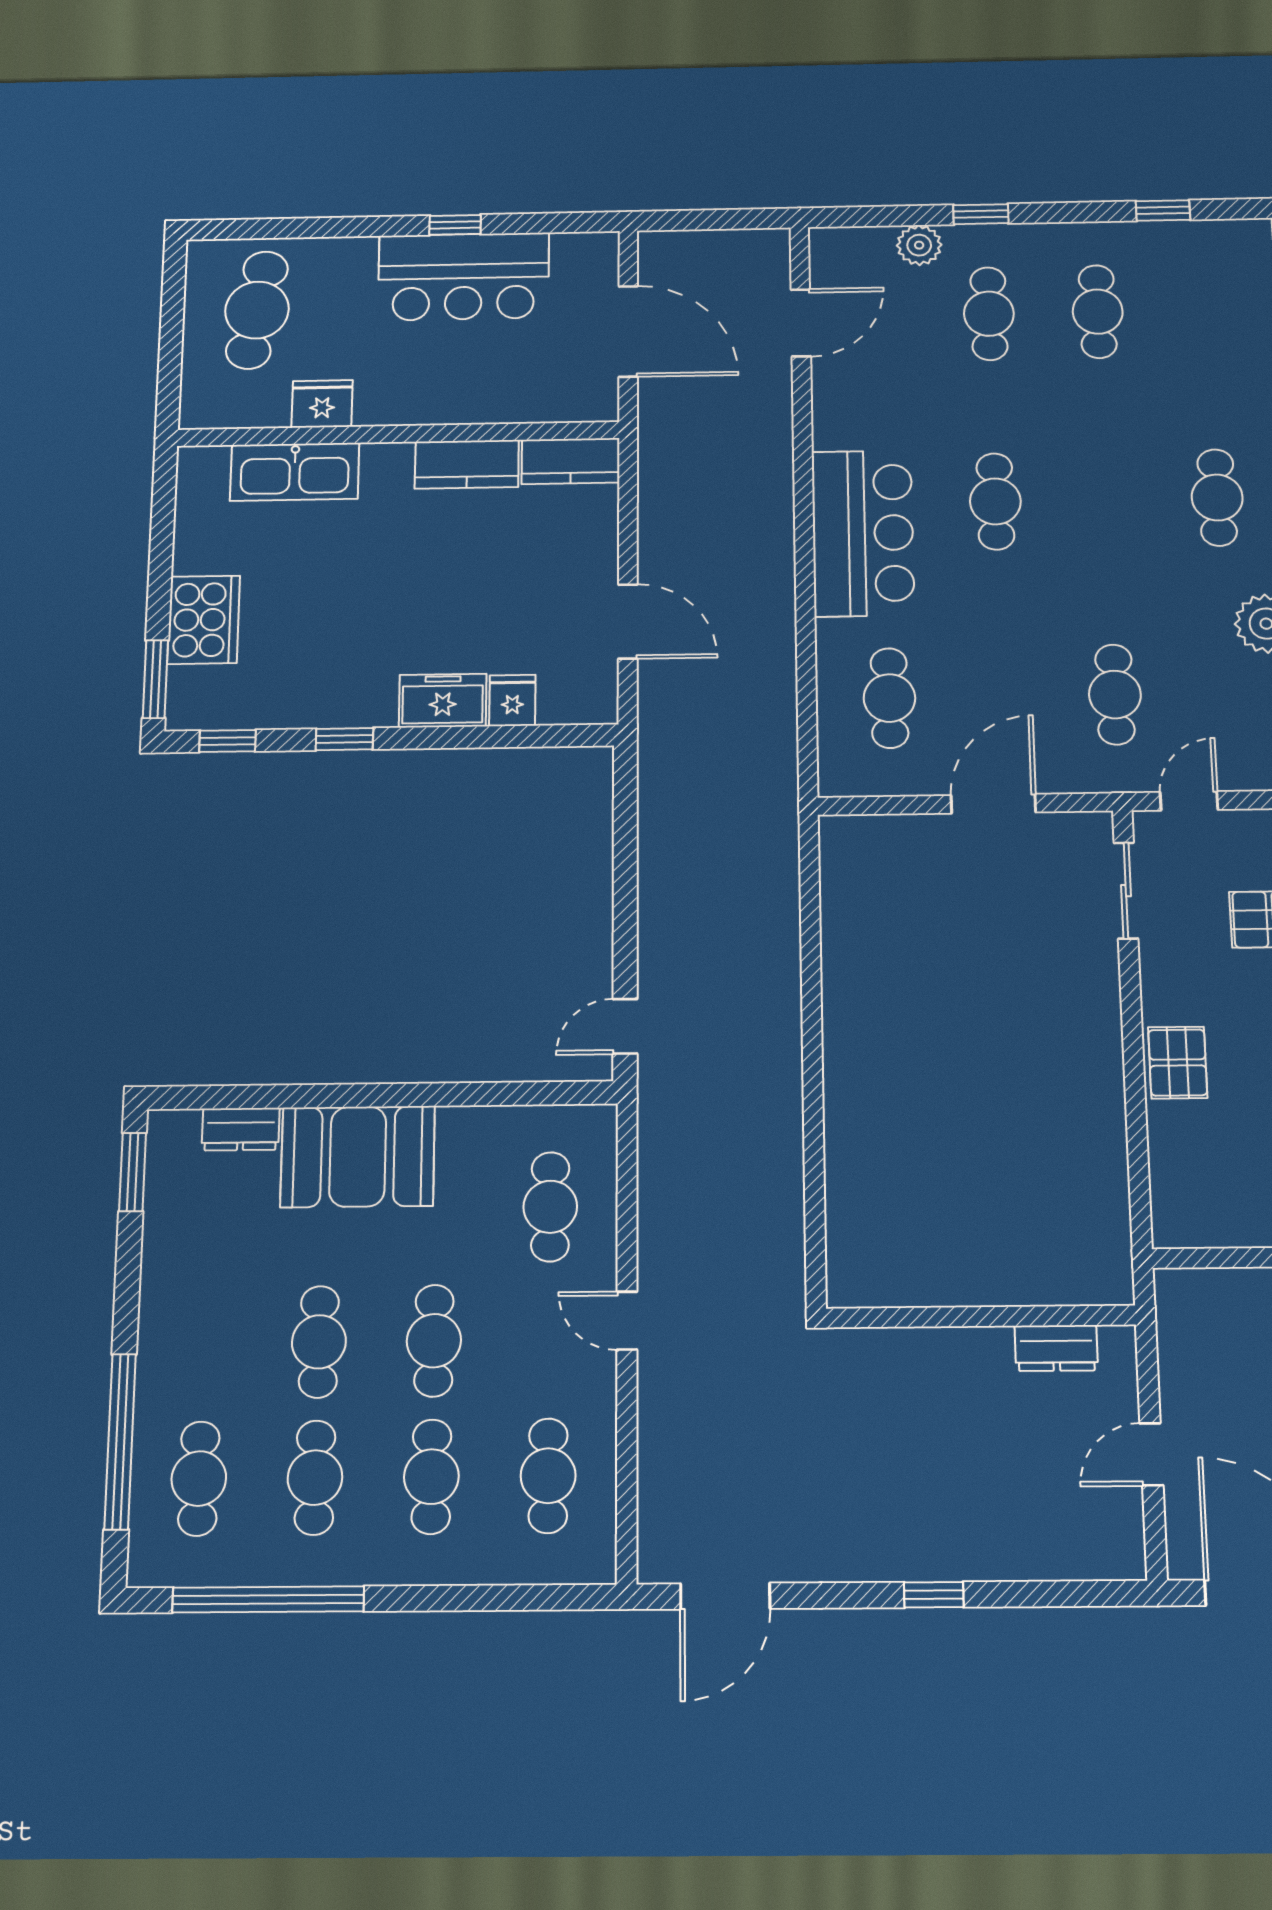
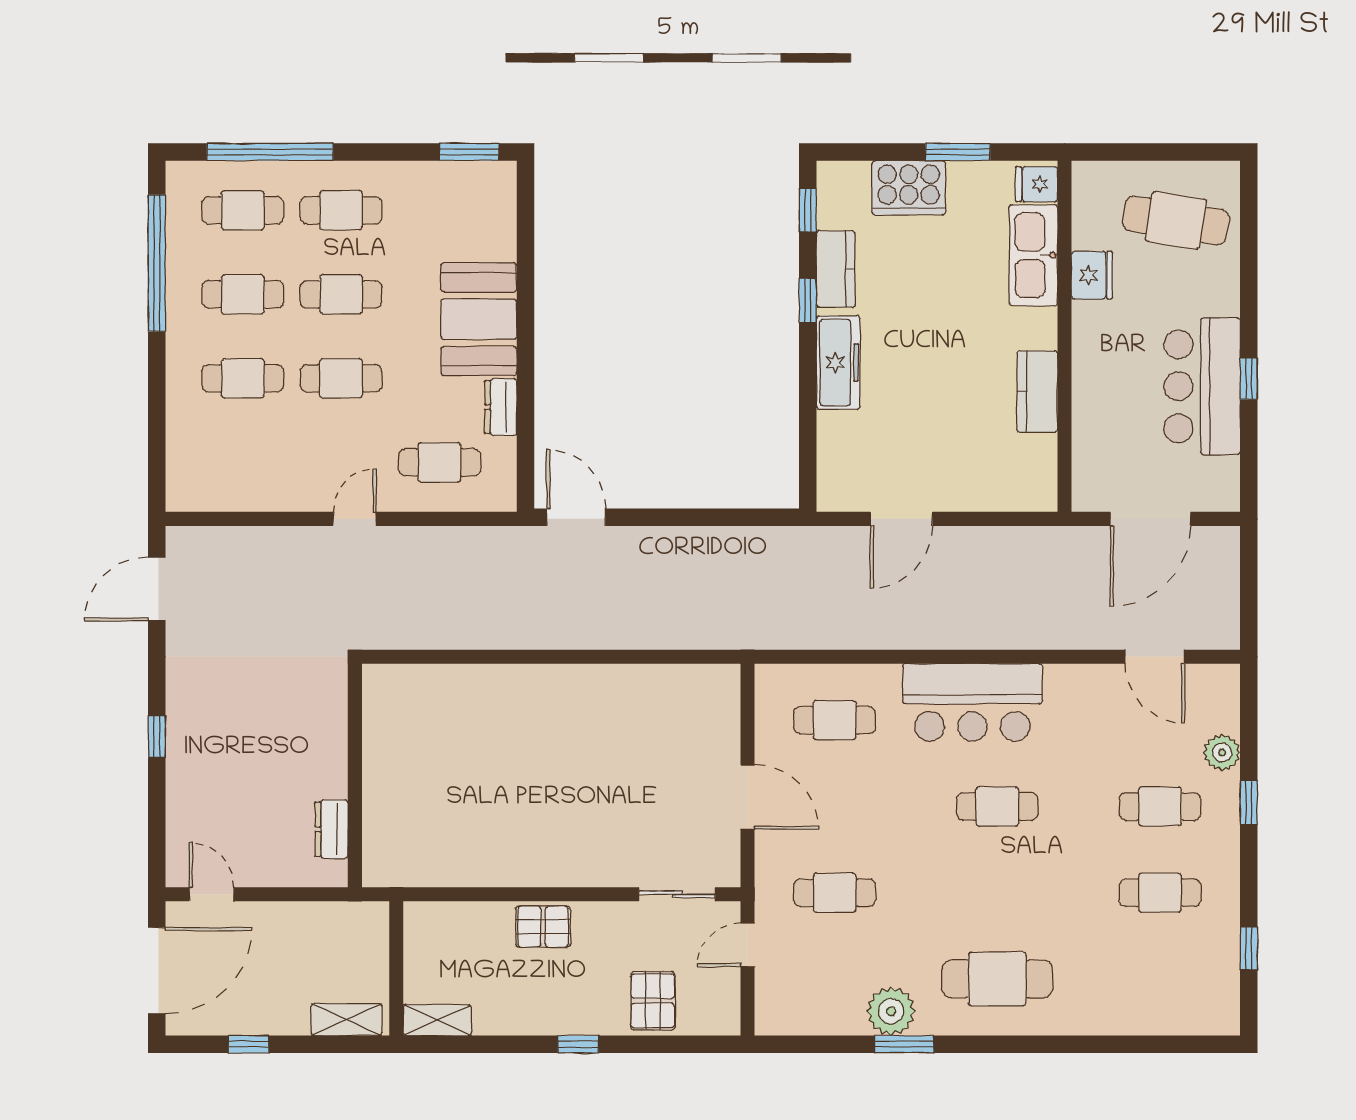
kitchen counter: (571, 461) -> (836, 269), moved, turned 180
cafe table: (1217, 498) -> (997, 979), width x1.37, depth x1.35
window: (155, 679) -> (958, 152), moved
fridge: (512, 700) -> (1037, 184), moved, turned 180
freezer: (443, 701) -> (838, 362), width x1.40
door: (1189, 801) -> (748, 945), swing flipped
door: (625, 1026) -> (576, 517), width x1.38
dresser: (241, 1129) -> (501, 407), moved
door: (1151, 1454) -> (212, 894), moved
cafe table: (548, 1476) -> (341, 210), moved
door: (725, 1596) -> (157, 589), hinge flipped

